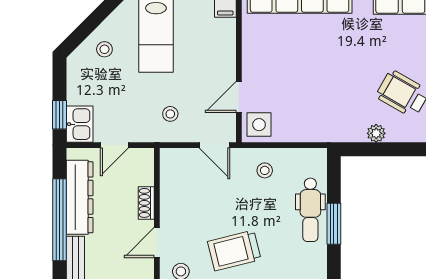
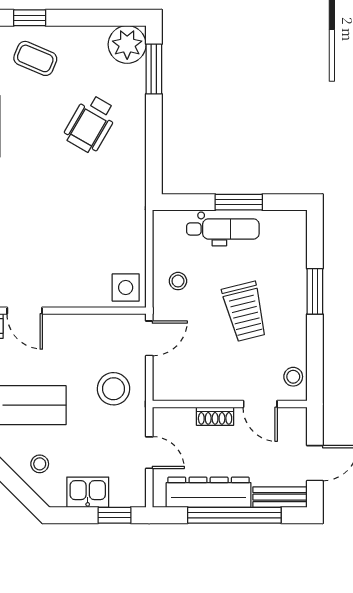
door: (239, 97) -> (25, 311), moved
stool: (170, 114) -> (114, 389), width x1.89, depth x1.89
kitchen sink: (80, 124) -> (88, 492), moved
plant: (376, 133) -> (136, 154), removed
trolley: (234, 251) -> (245, 311), moved

